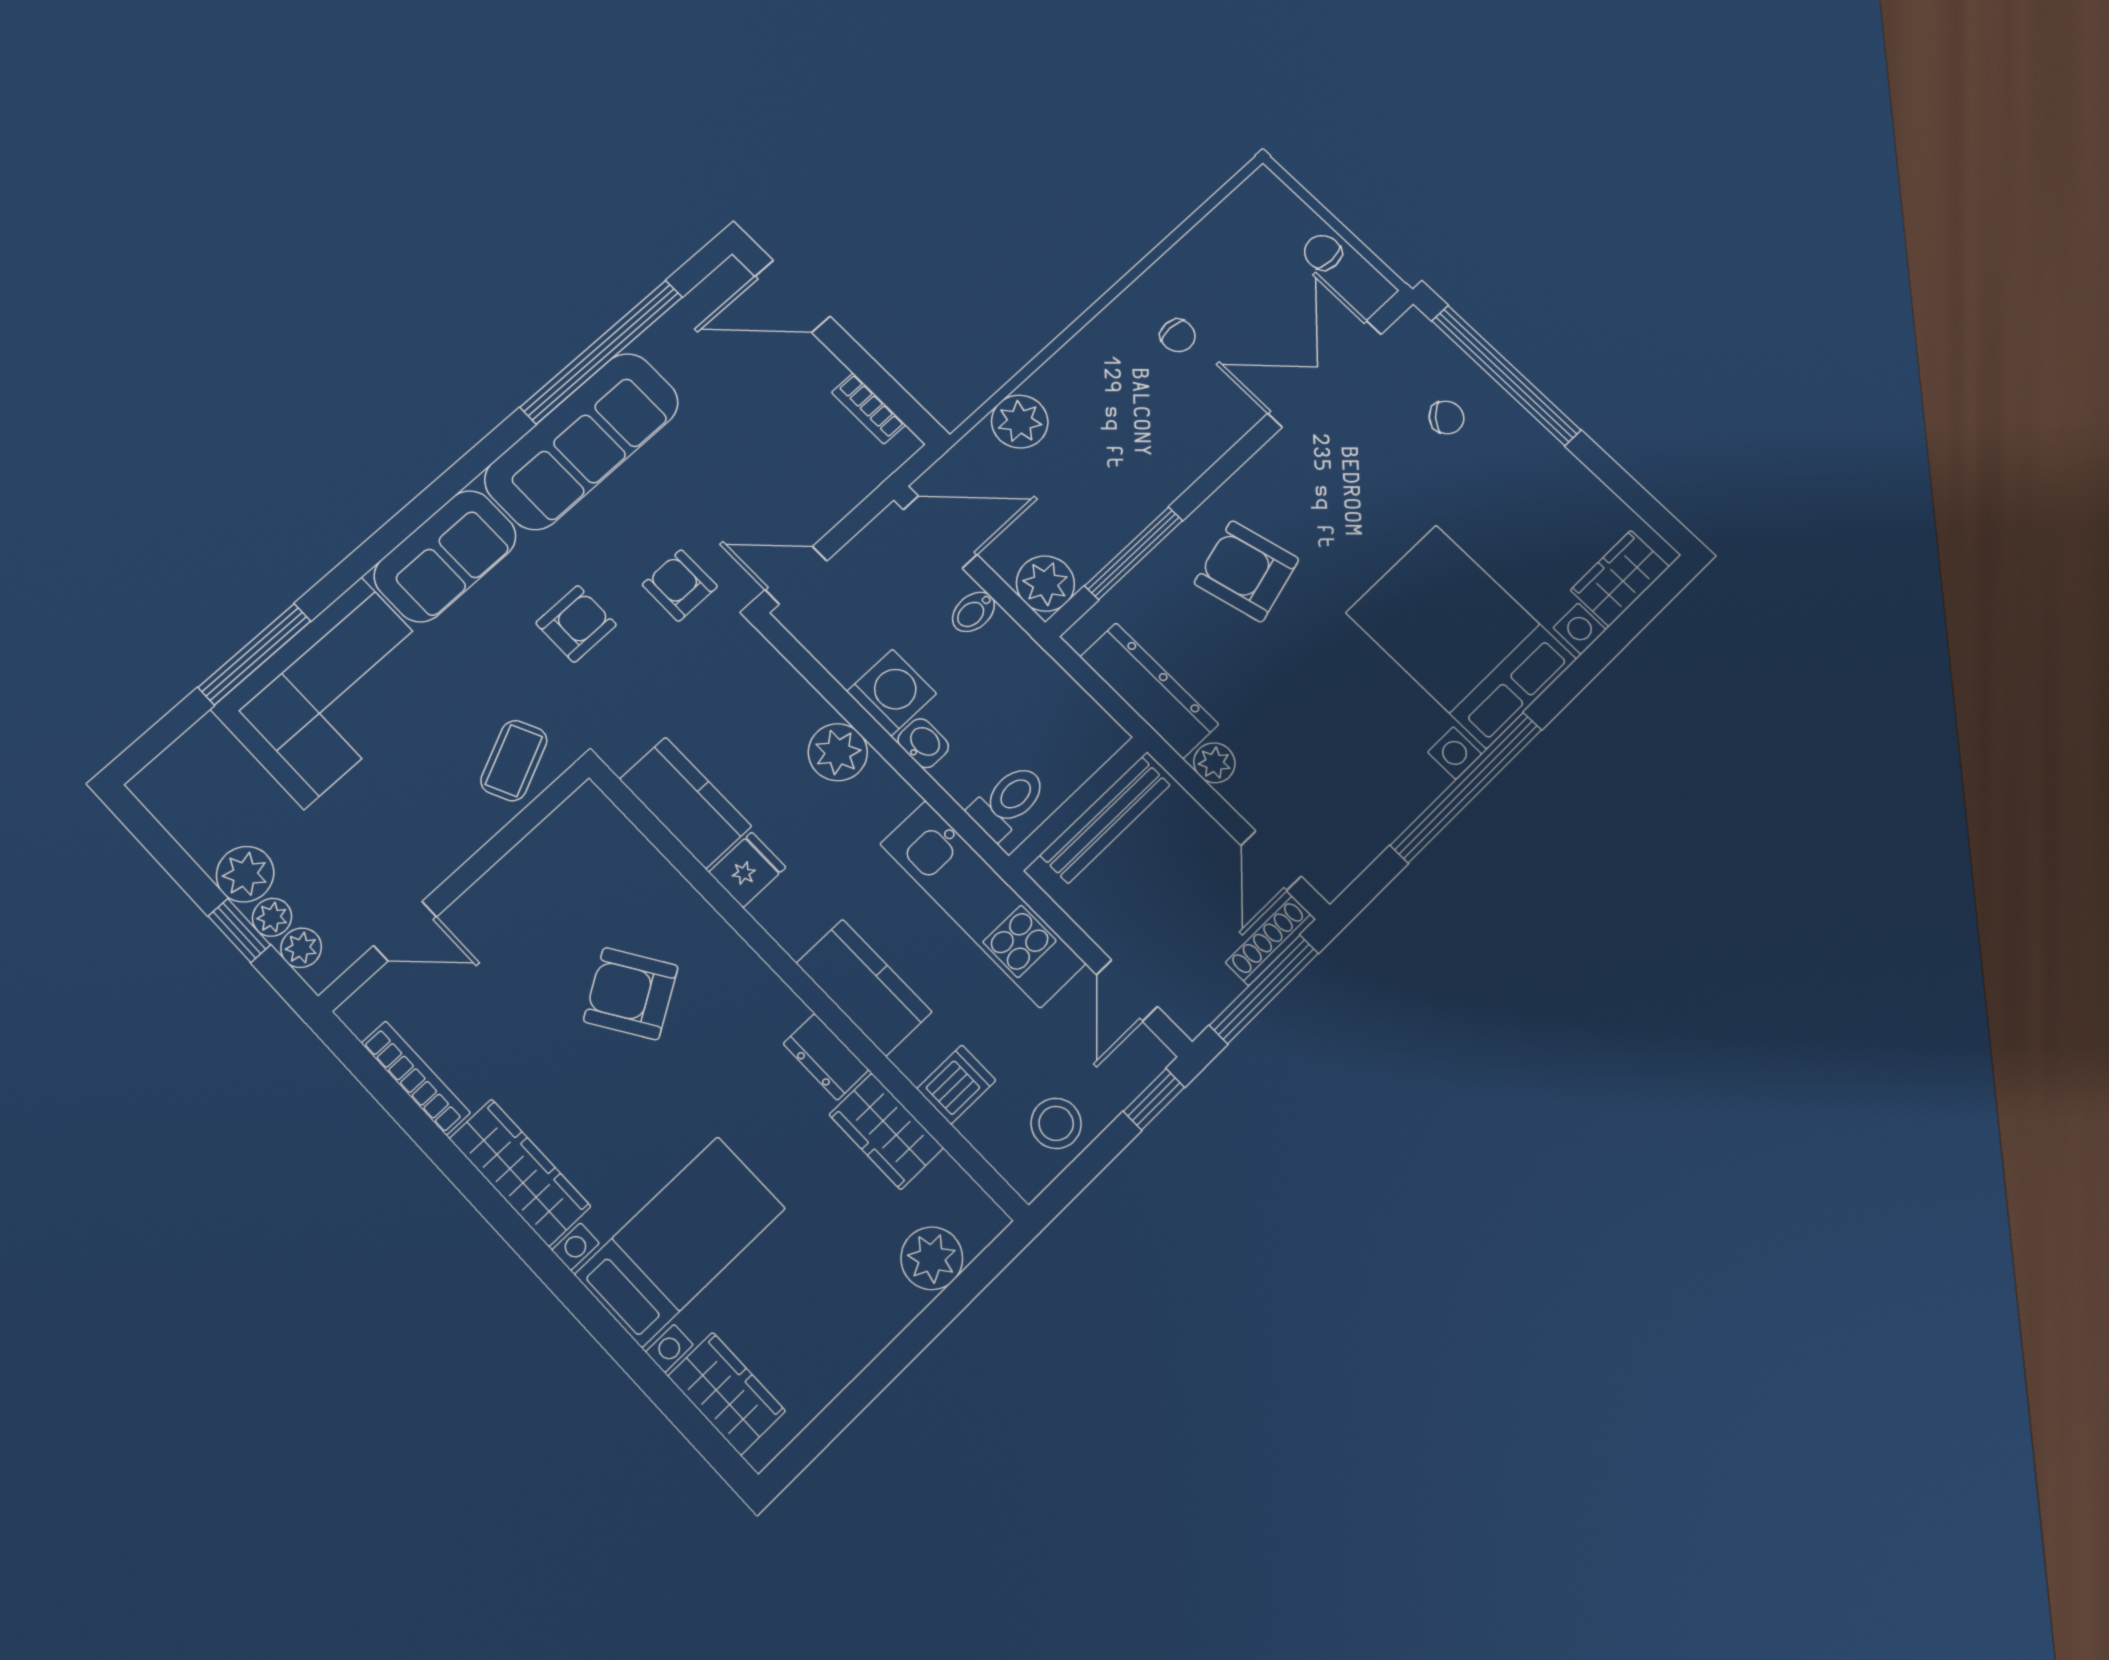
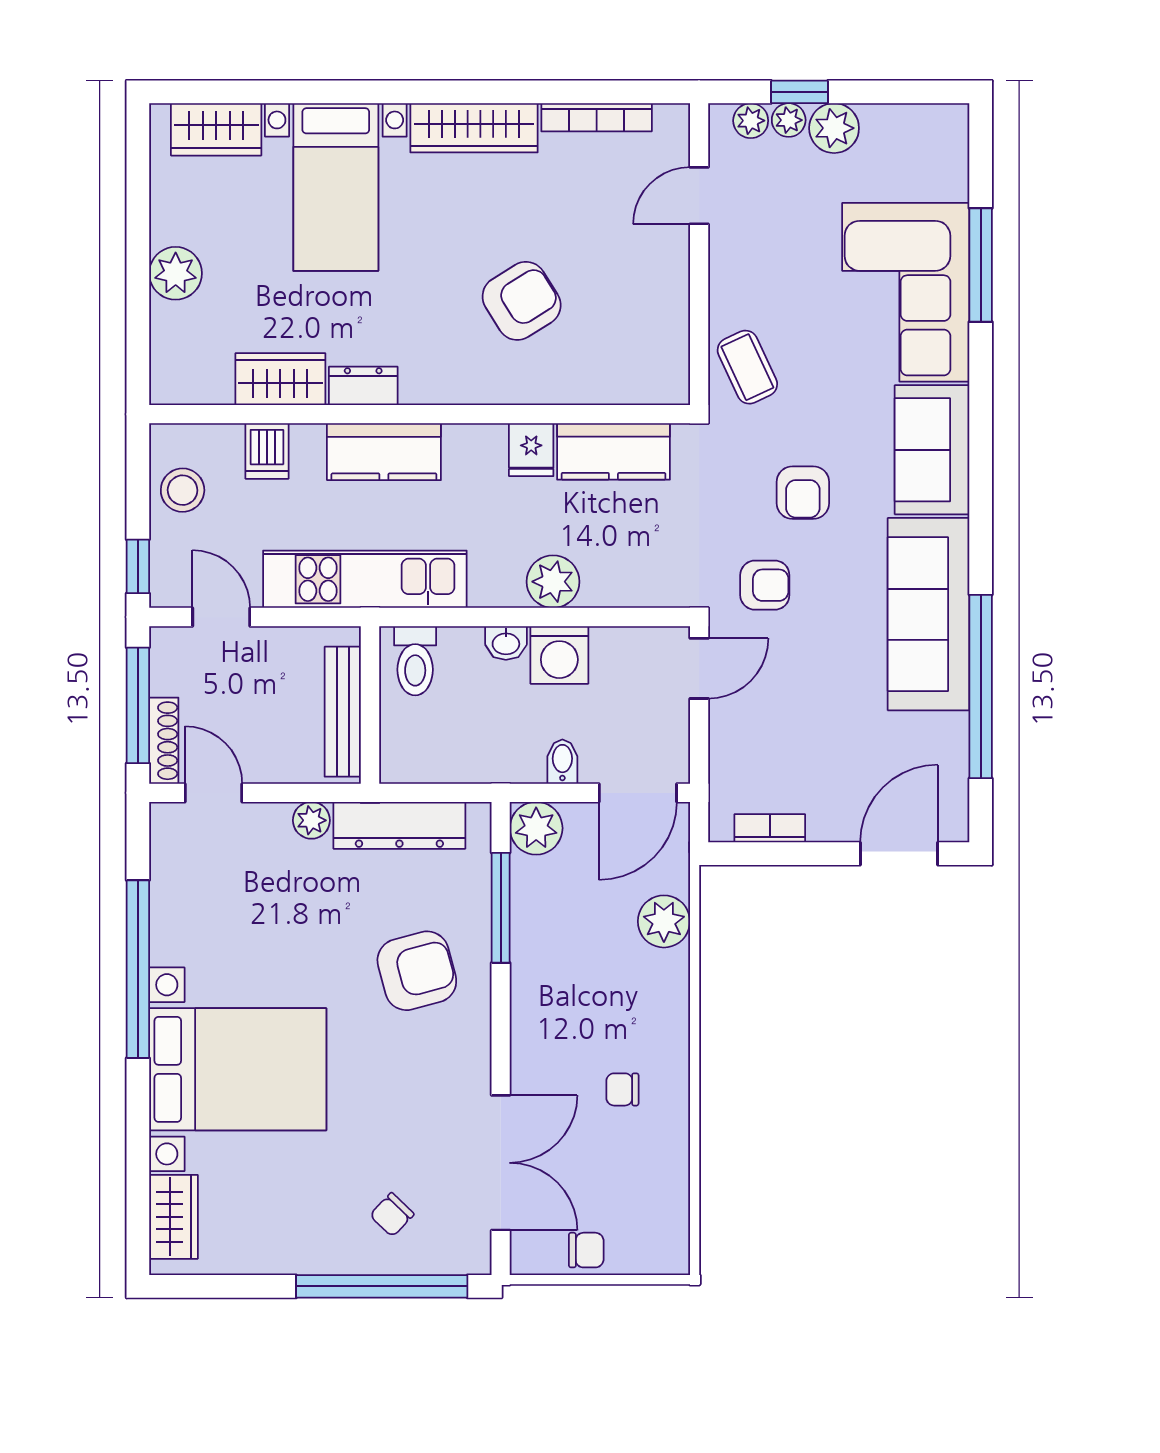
plant: (932, 1258) -> (176, 273), moved

